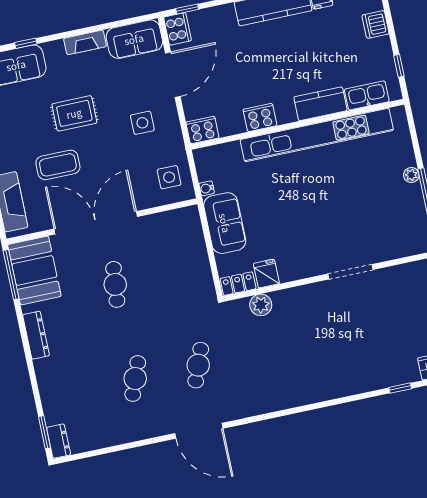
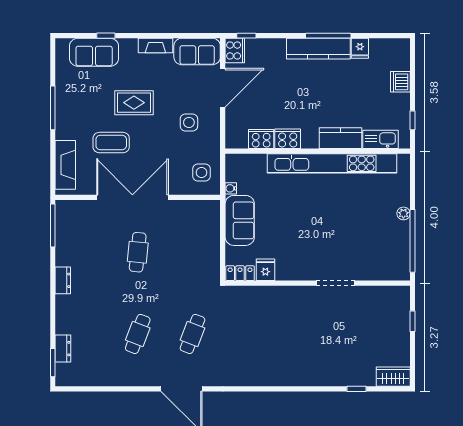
cooker: (202, 130) -> (261, 139), moved
booth: (34, 270) -> (73, 226), removed
plant: (261, 305) -> (255, 295), removed
dresser: (36, 335) -> (63, 280), width x0.70
dresser: (59, 441) -> (63, 349), moved

